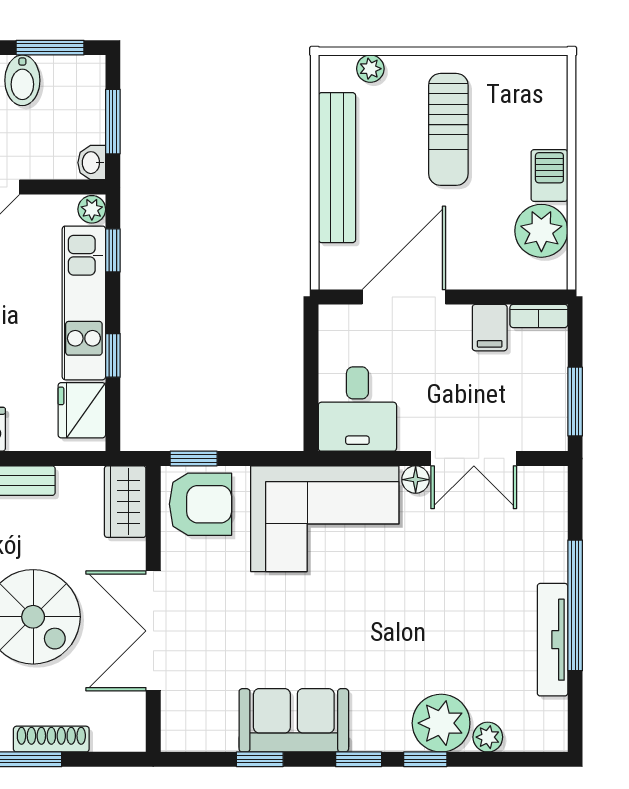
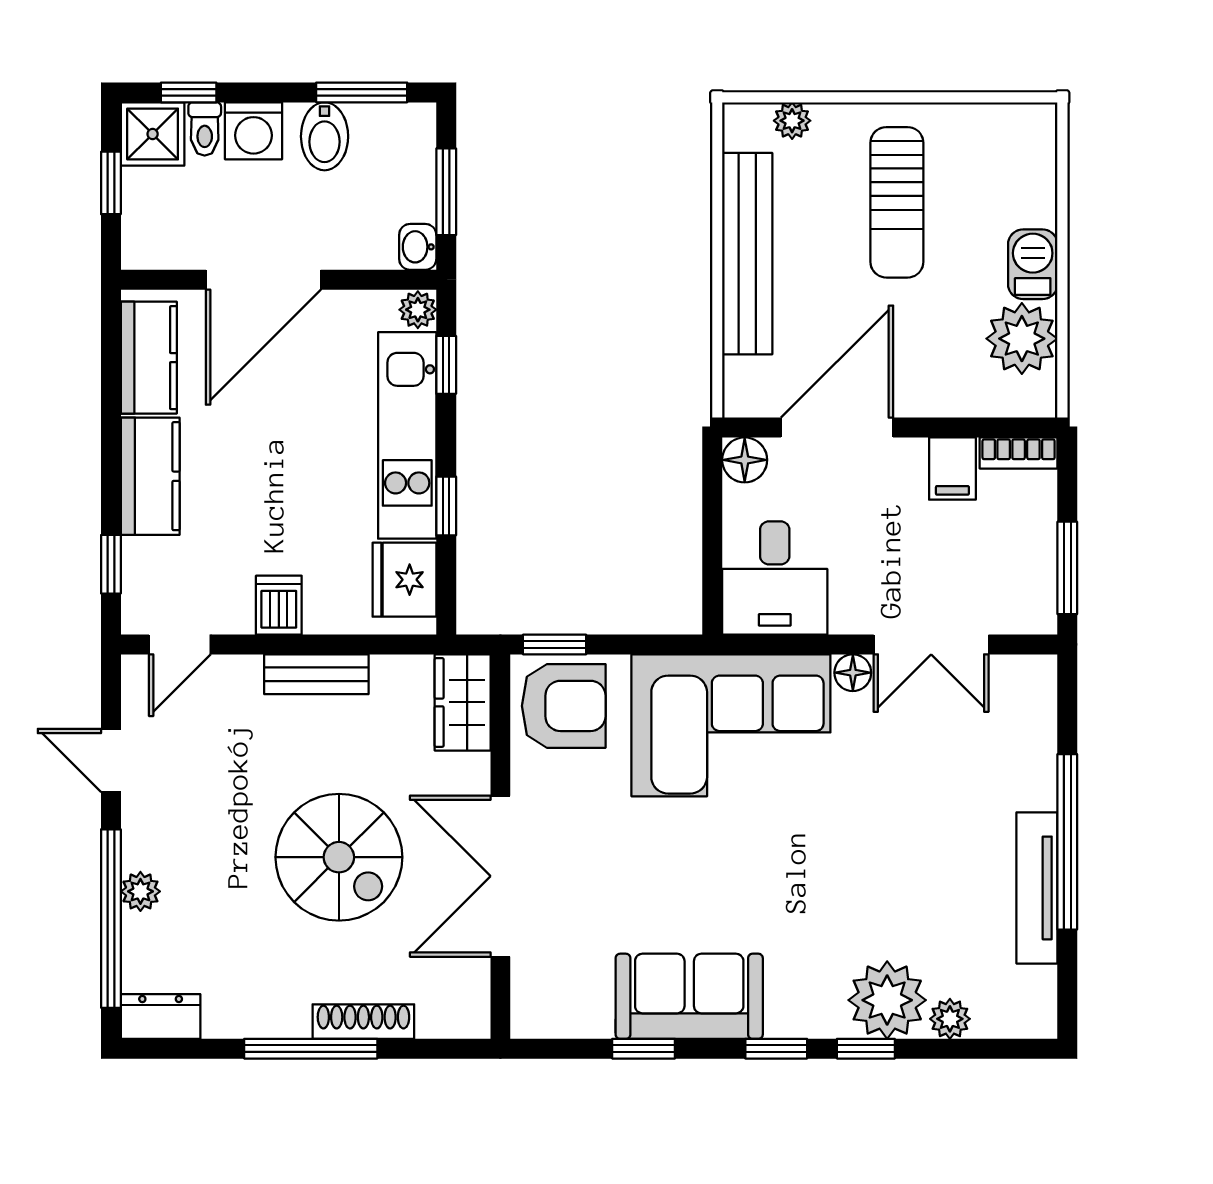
floor lamp: (335, 321) -> (745, 460), added

